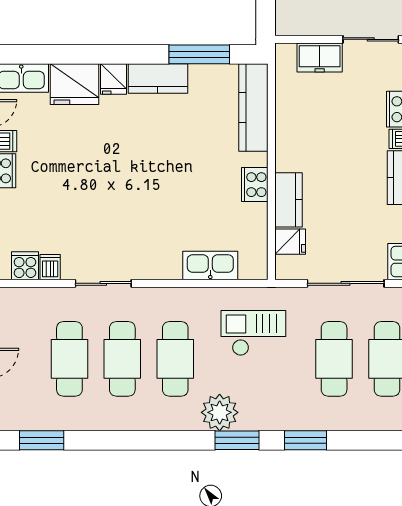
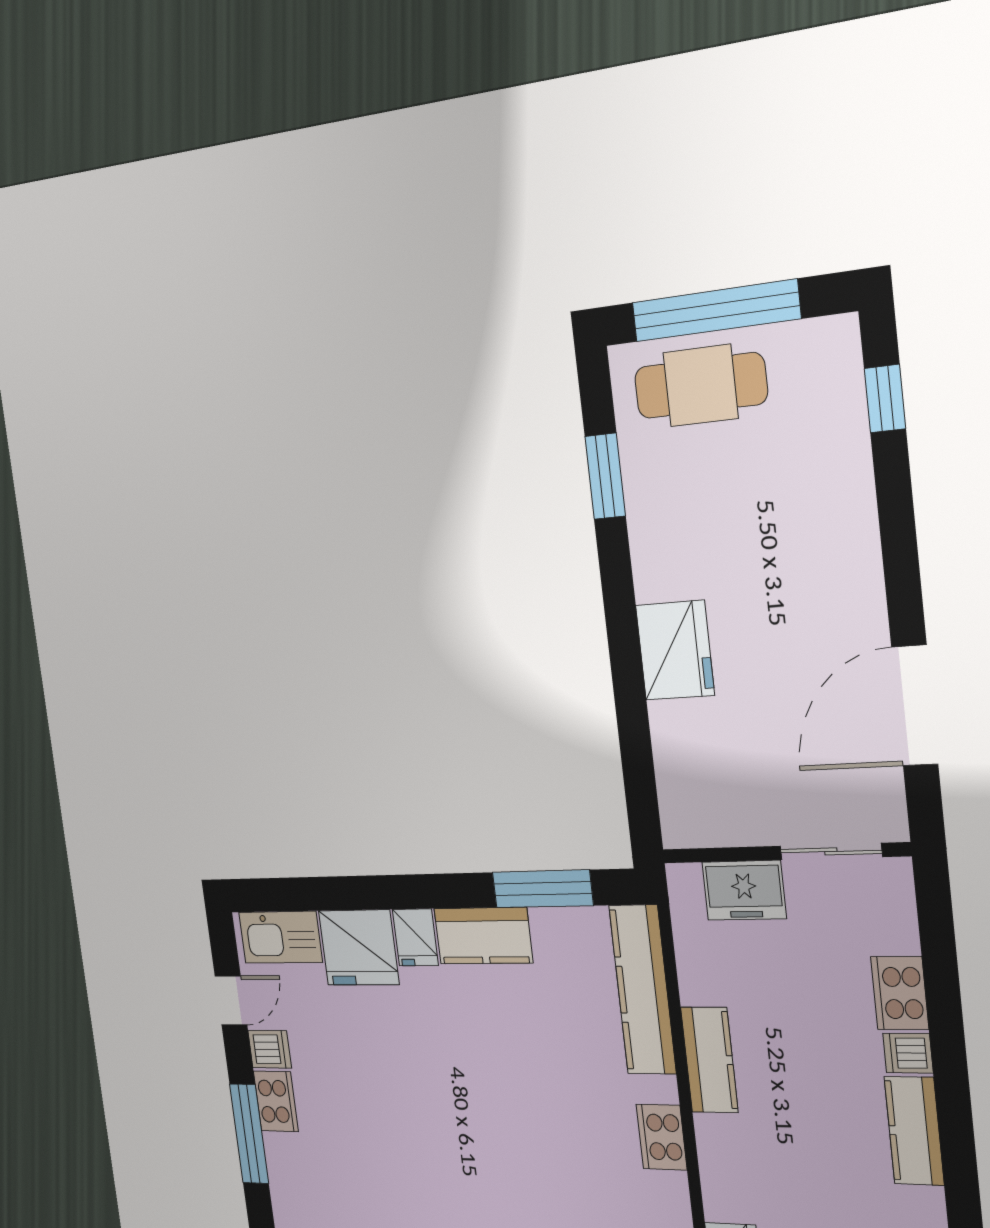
kitchen counter: (289, 200) -> (709, 1060), moved

